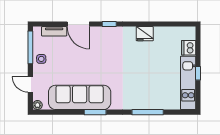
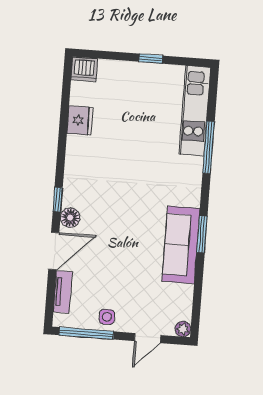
floor lamp: (99, 32) -> (70, 218), added
fridge: (145, 34) -> (80, 120), moved
dishwasher: (189, 48) -> (84, 69), moved
kitchen unit: (188, 83) -> (195, 111), moved, turned 90
sofa: (80, 97) -> (181, 245), width x0.74, depth x0.79

